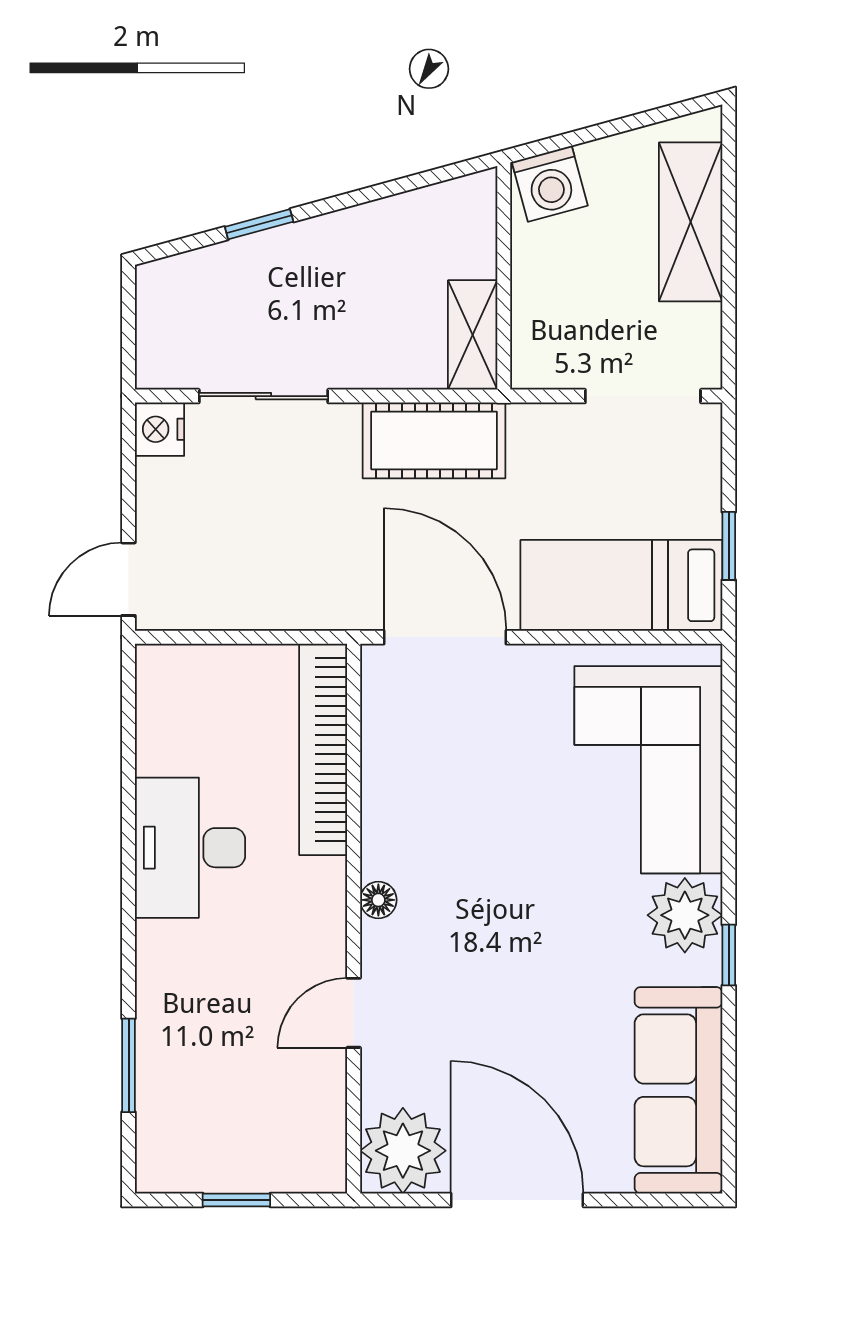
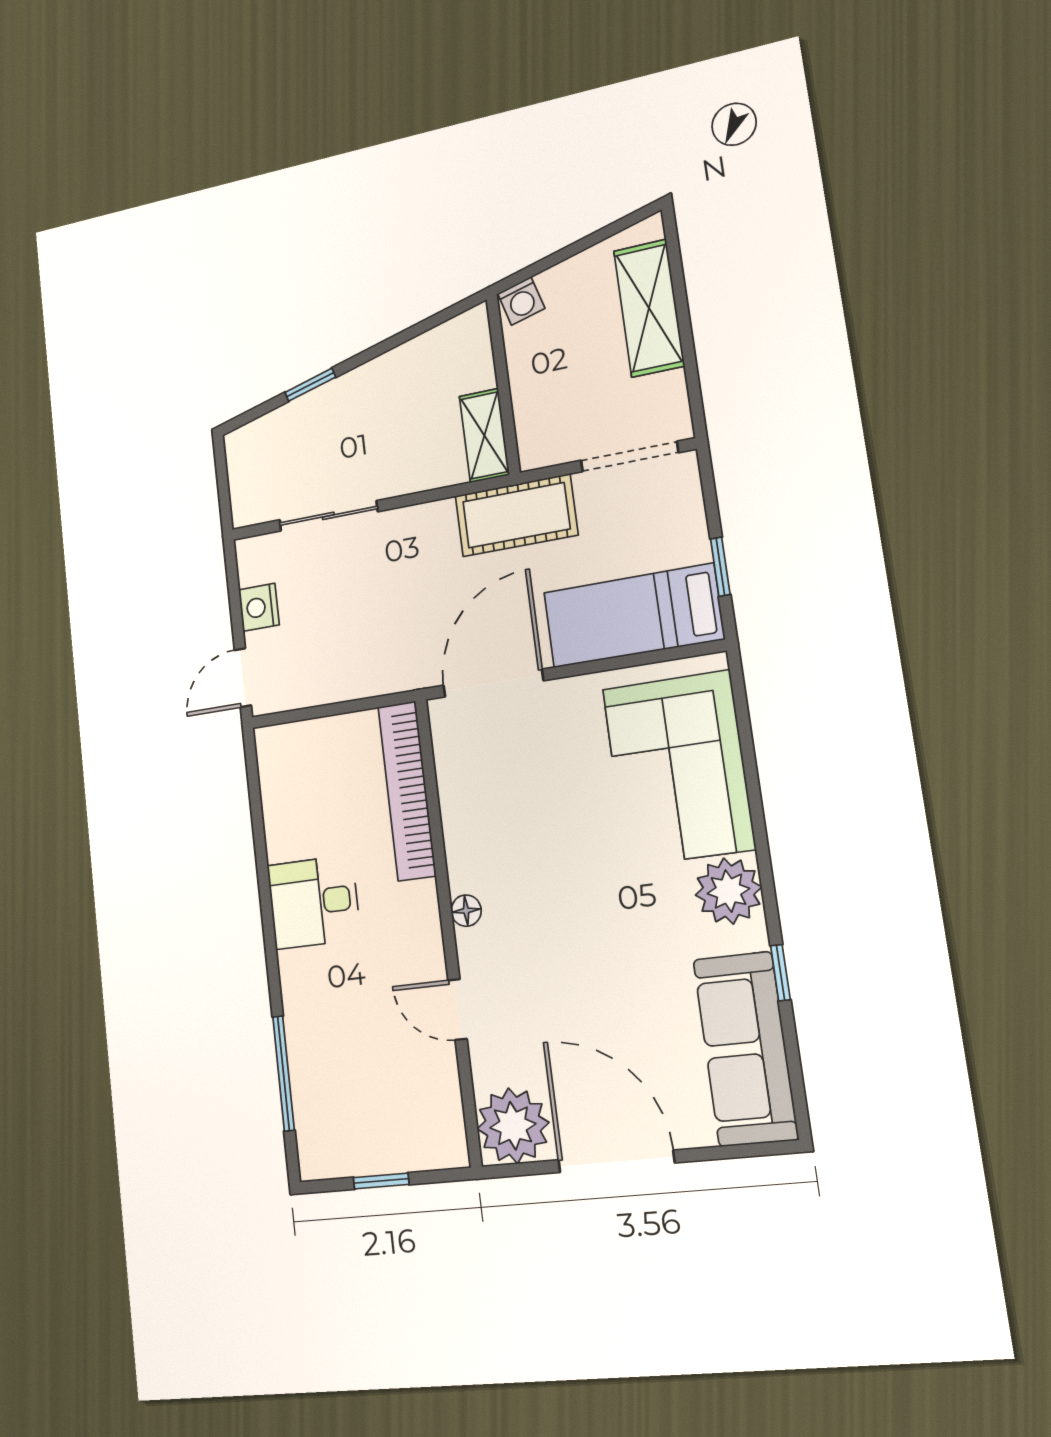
washing machine: (550, 184) -> (521, 301), width x0.73, depth x0.73
nightstand: (160, 429) -> (259, 607), moved
cot: (434, 440) -> (516, 515), moved
door: (445, 637) -> (493, 683), hinge flipped
desk: (190, 848) -> (314, 902), width x0.73
window: (729, 955) -> (780, 973), moved
door: (354, 1013) -> (458, 1009), hinge flipped
window: (129, 1065) -> (284, 1073), width x1.44

